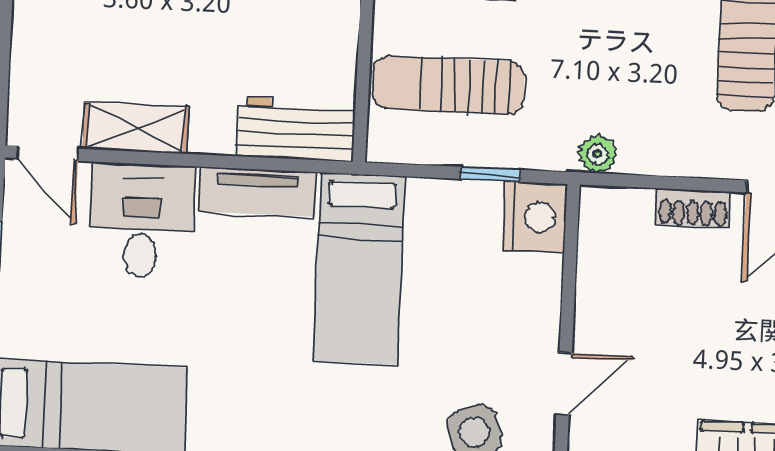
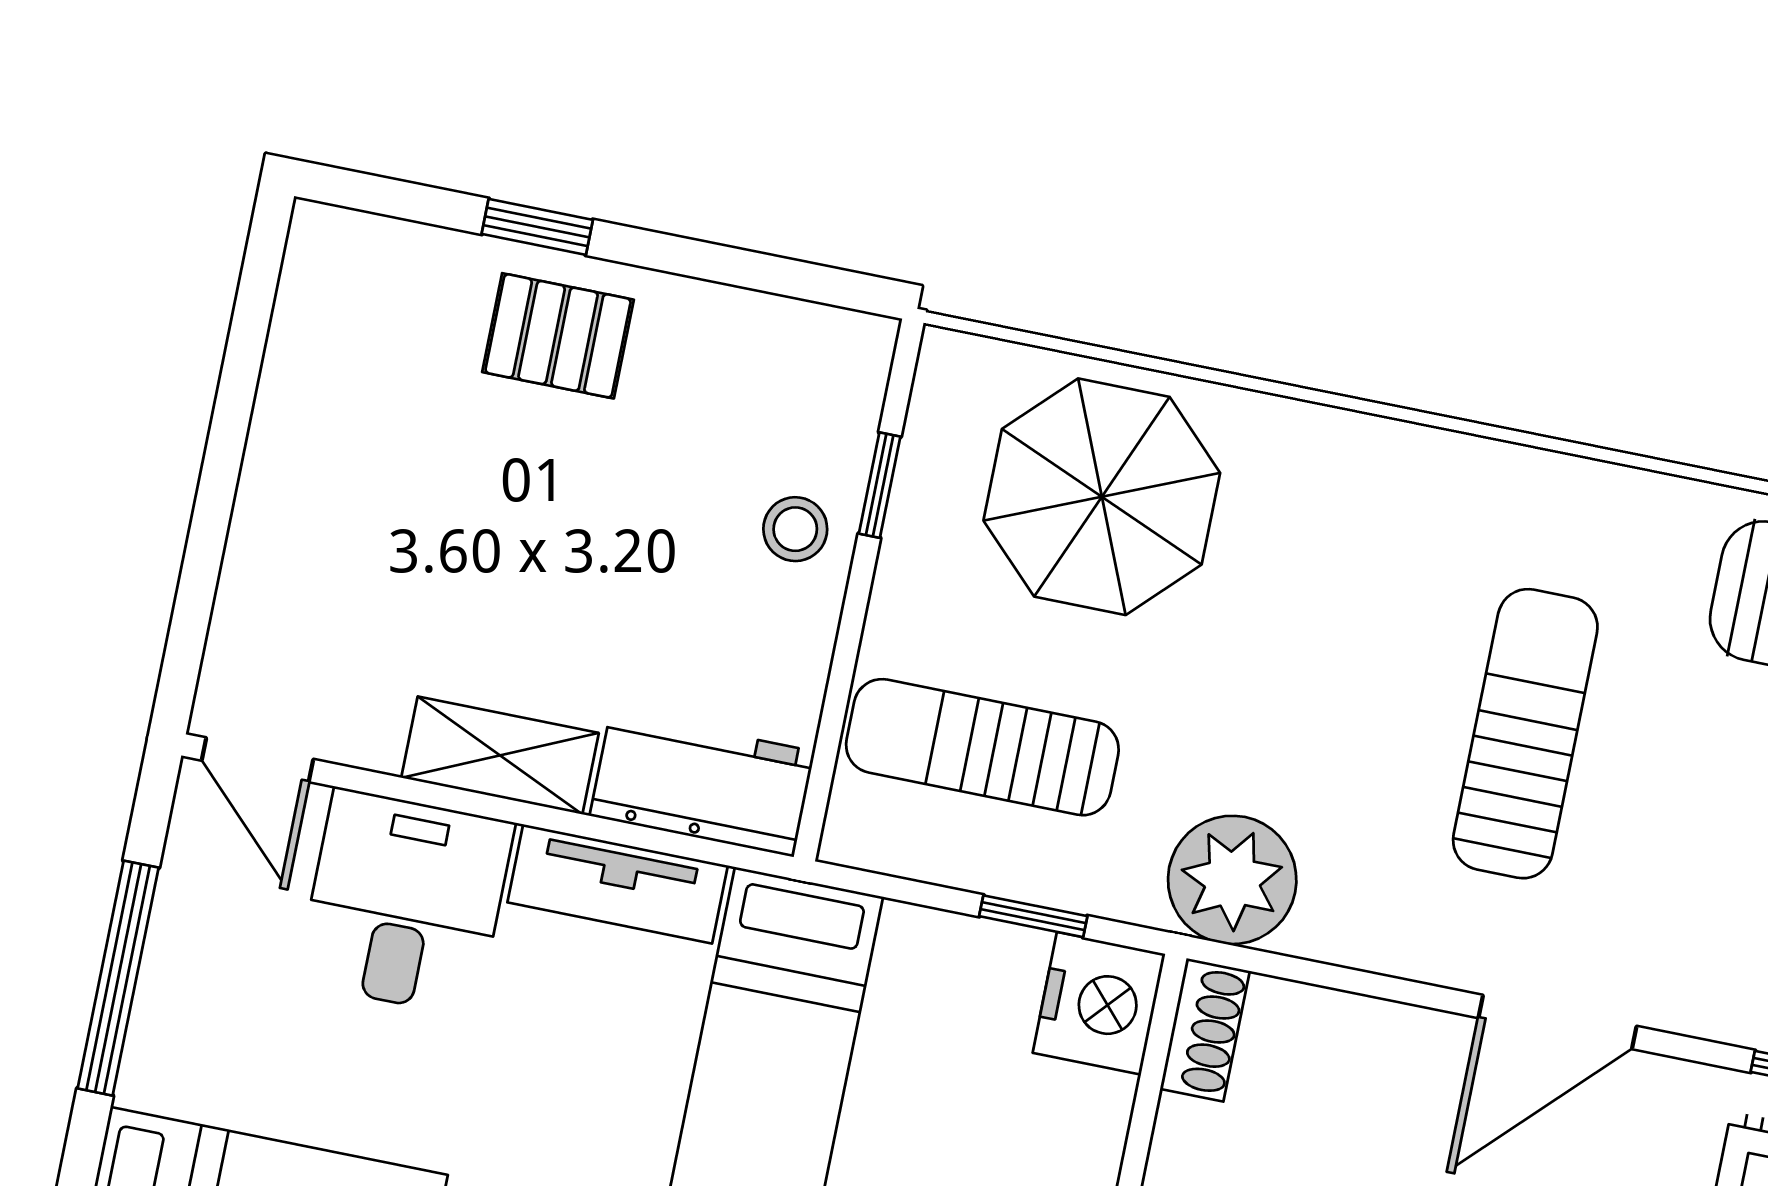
shelving: (136, 128) -> (500, 755), moved
plant: (598, 154) -> (1232, 880), width x1.88, depth x1.88
shoe rack: (693, 208) -> (1205, 1030), moved, turned -90

